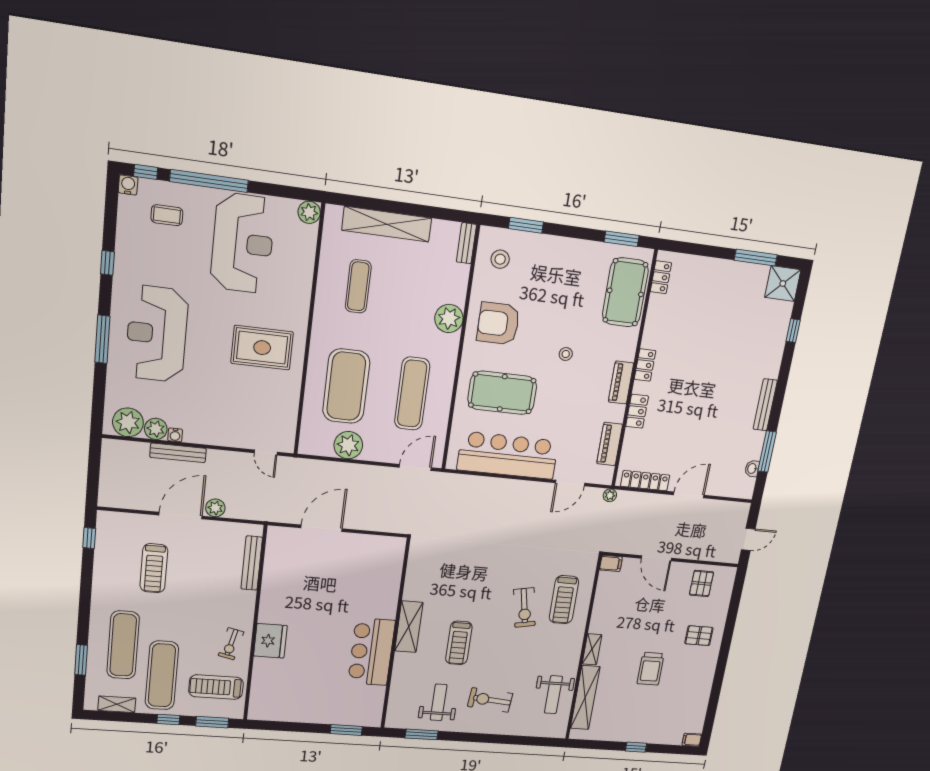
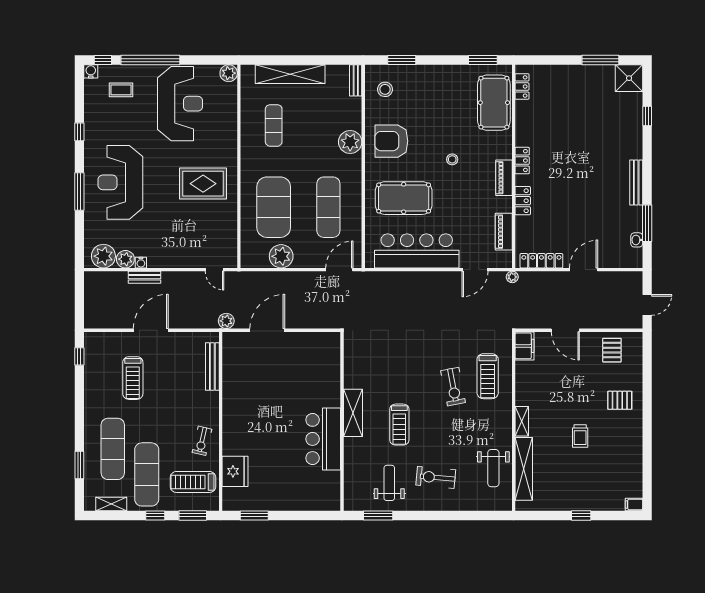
bench: (178, 453) -> (144, 277), width x0.73
plant: (215, 508) -> (226, 321), moved
filing cabinet: (611, 563) -> (524, 346), width x2.00
fridge: (270, 641) -> (235, 471), moved
trolley: (651, 669) -> (580, 436), width x0.73, depth x0.72
window: (346, 730) -> (254, 515), moved

